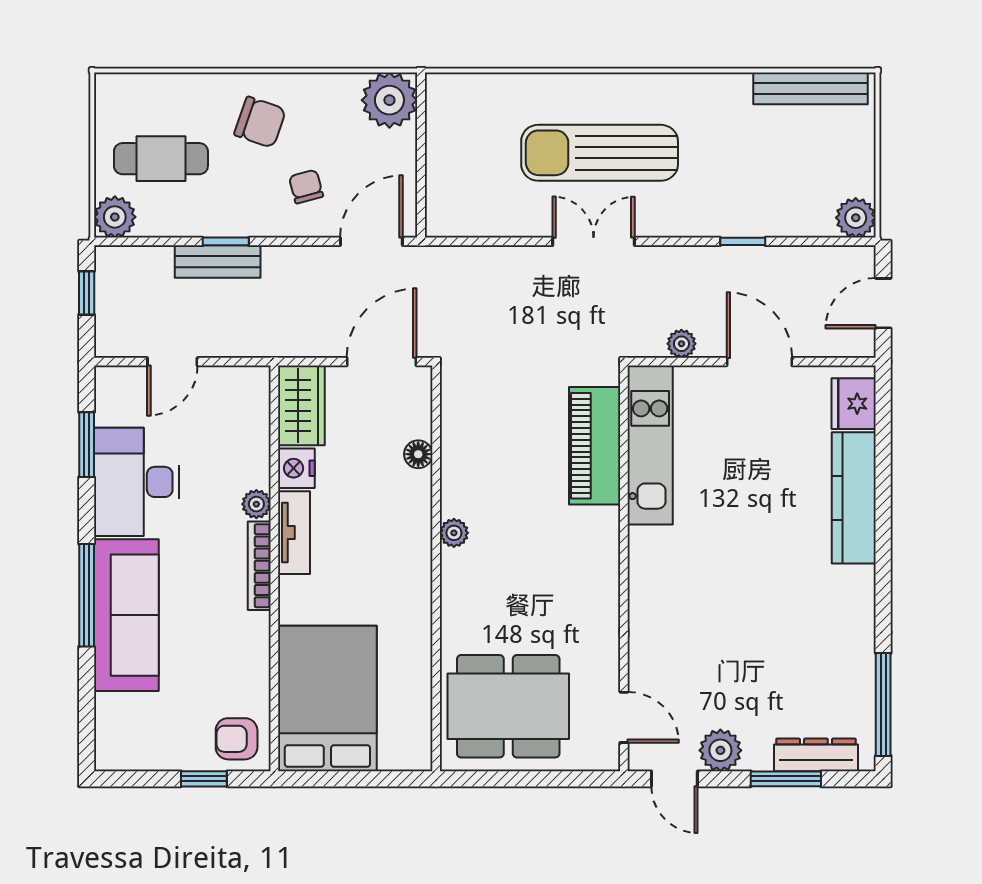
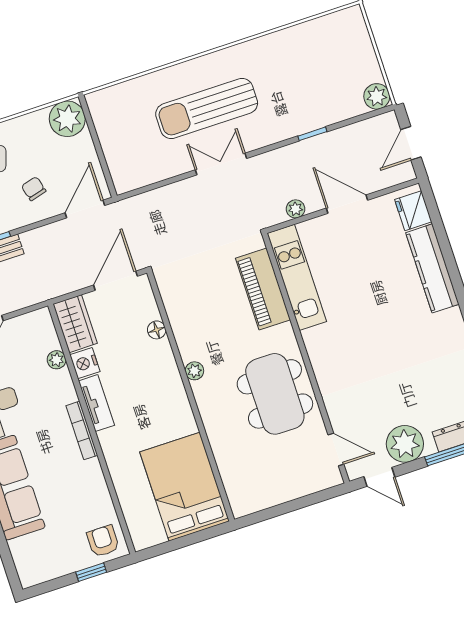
bench: (811, 88) -> (323, 26), removed
plant: (256, 504) -> (57, 360), moved
bed: (327, 698) -> (185, 487), moved
dining table: (508, 706) -> (275, 394), moved, turned 90
armchair: (237, 739) -> (103, 541), turned 90
plant: (720, 750) -> (405, 444), width x1.36, depth x1.36

